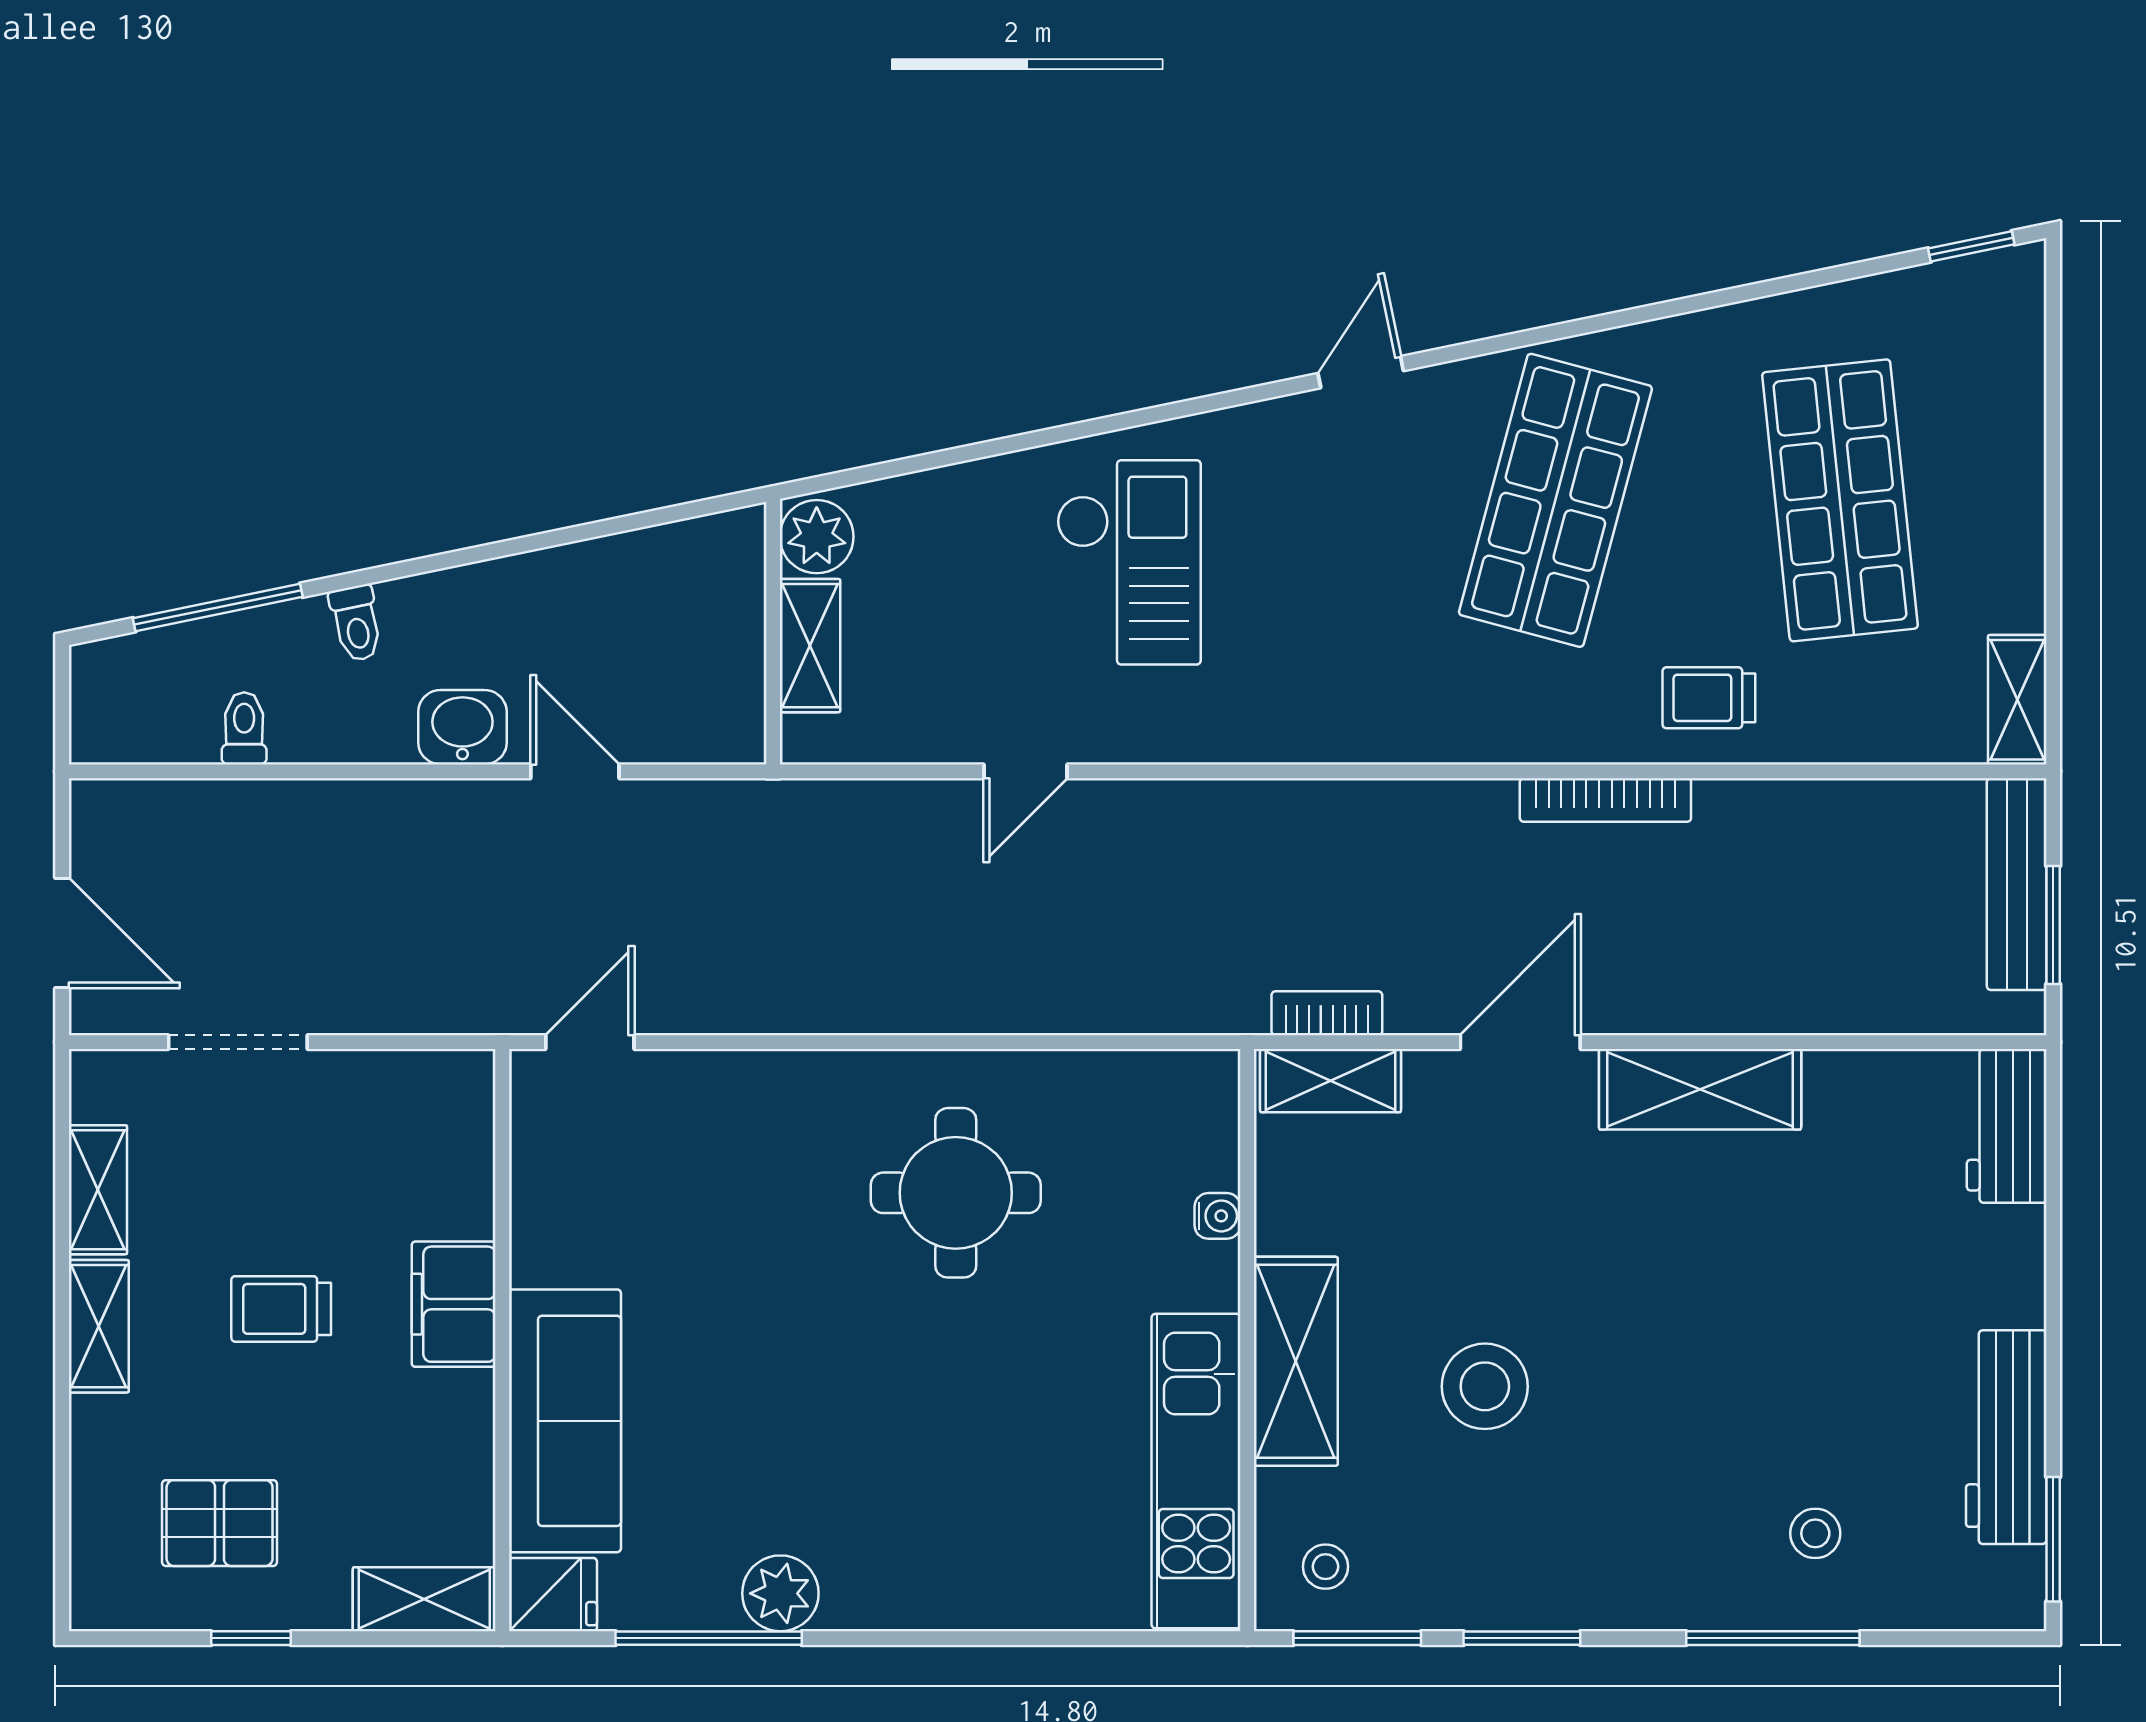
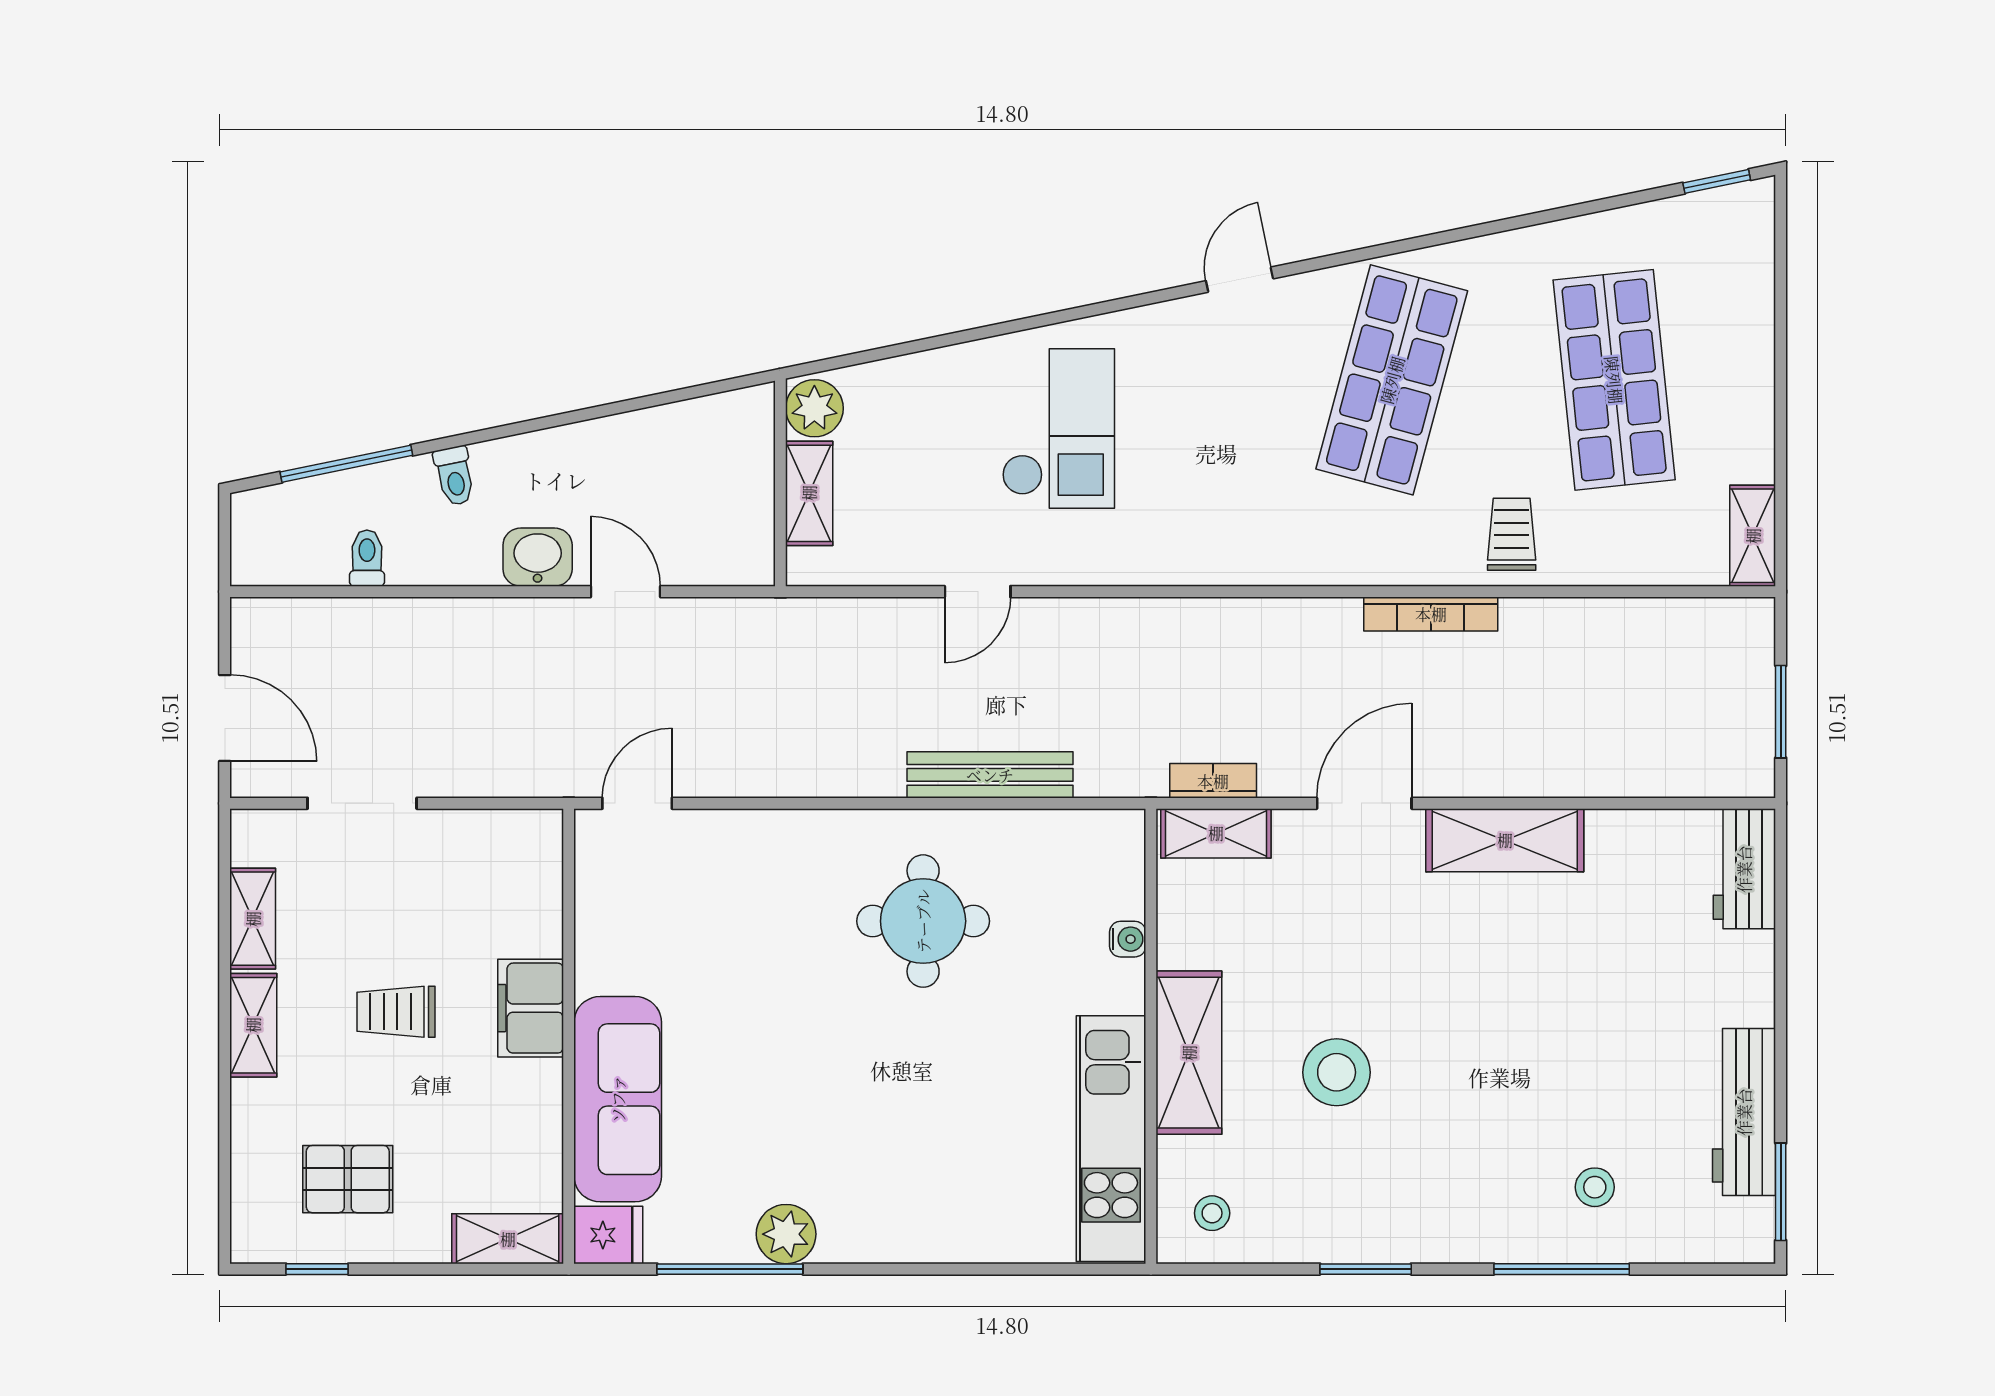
trolley: (1709, 698) -> (1512, 534), turned 90
bench: (2017, 884) -> (990, 775), moved, turned 90
window: (251, 1638) -> (317, 1269), moved
window: (1357, 1638) -> (1237, 1269), removed

